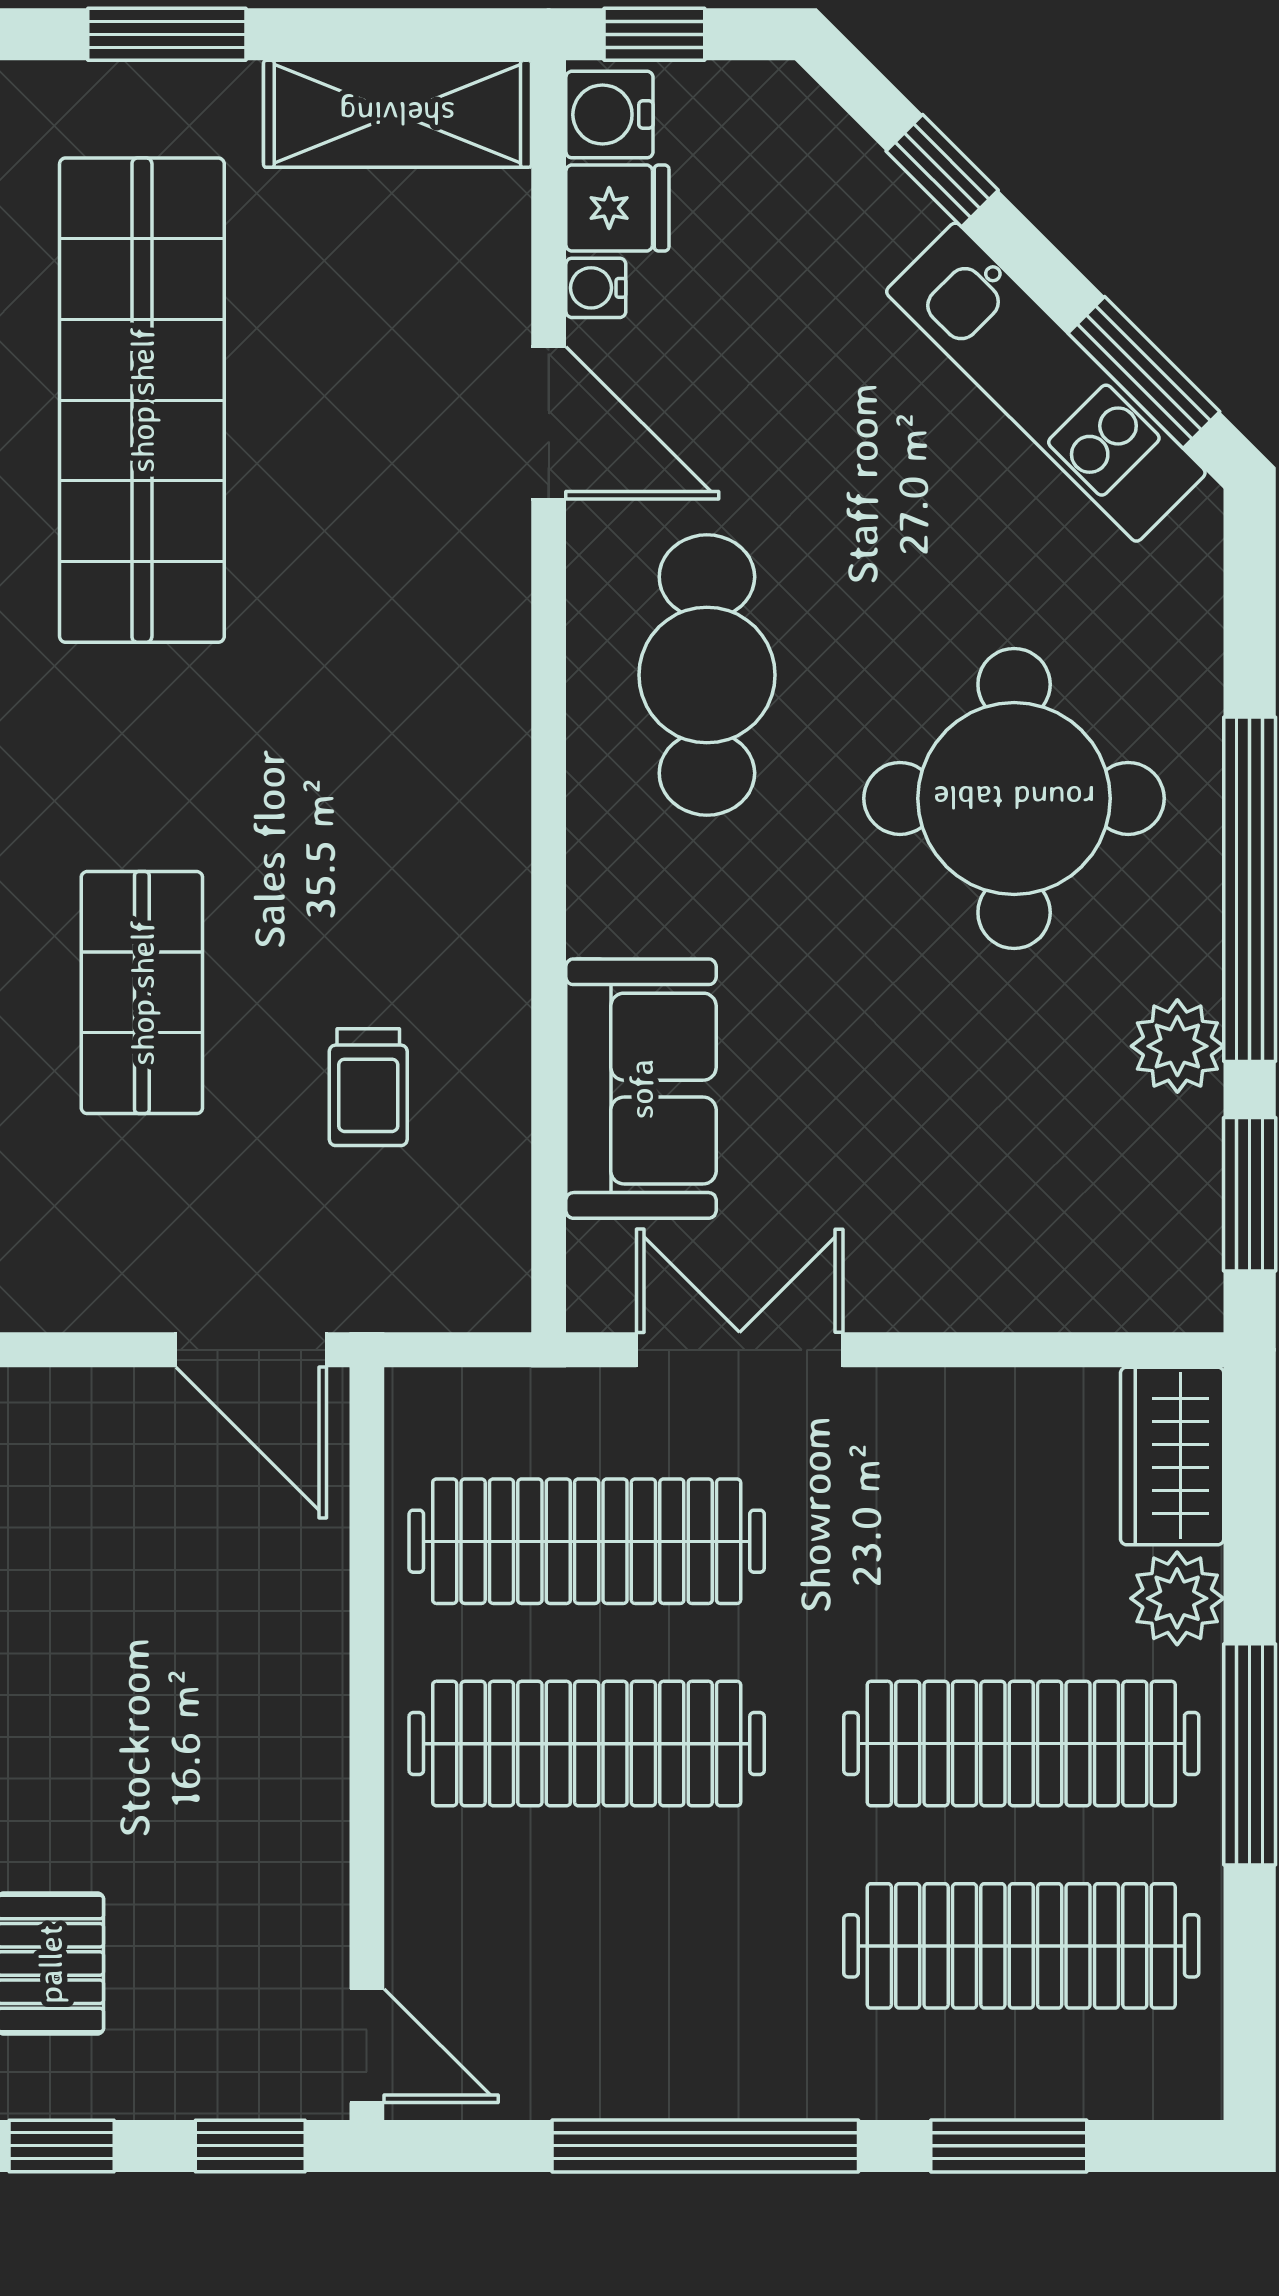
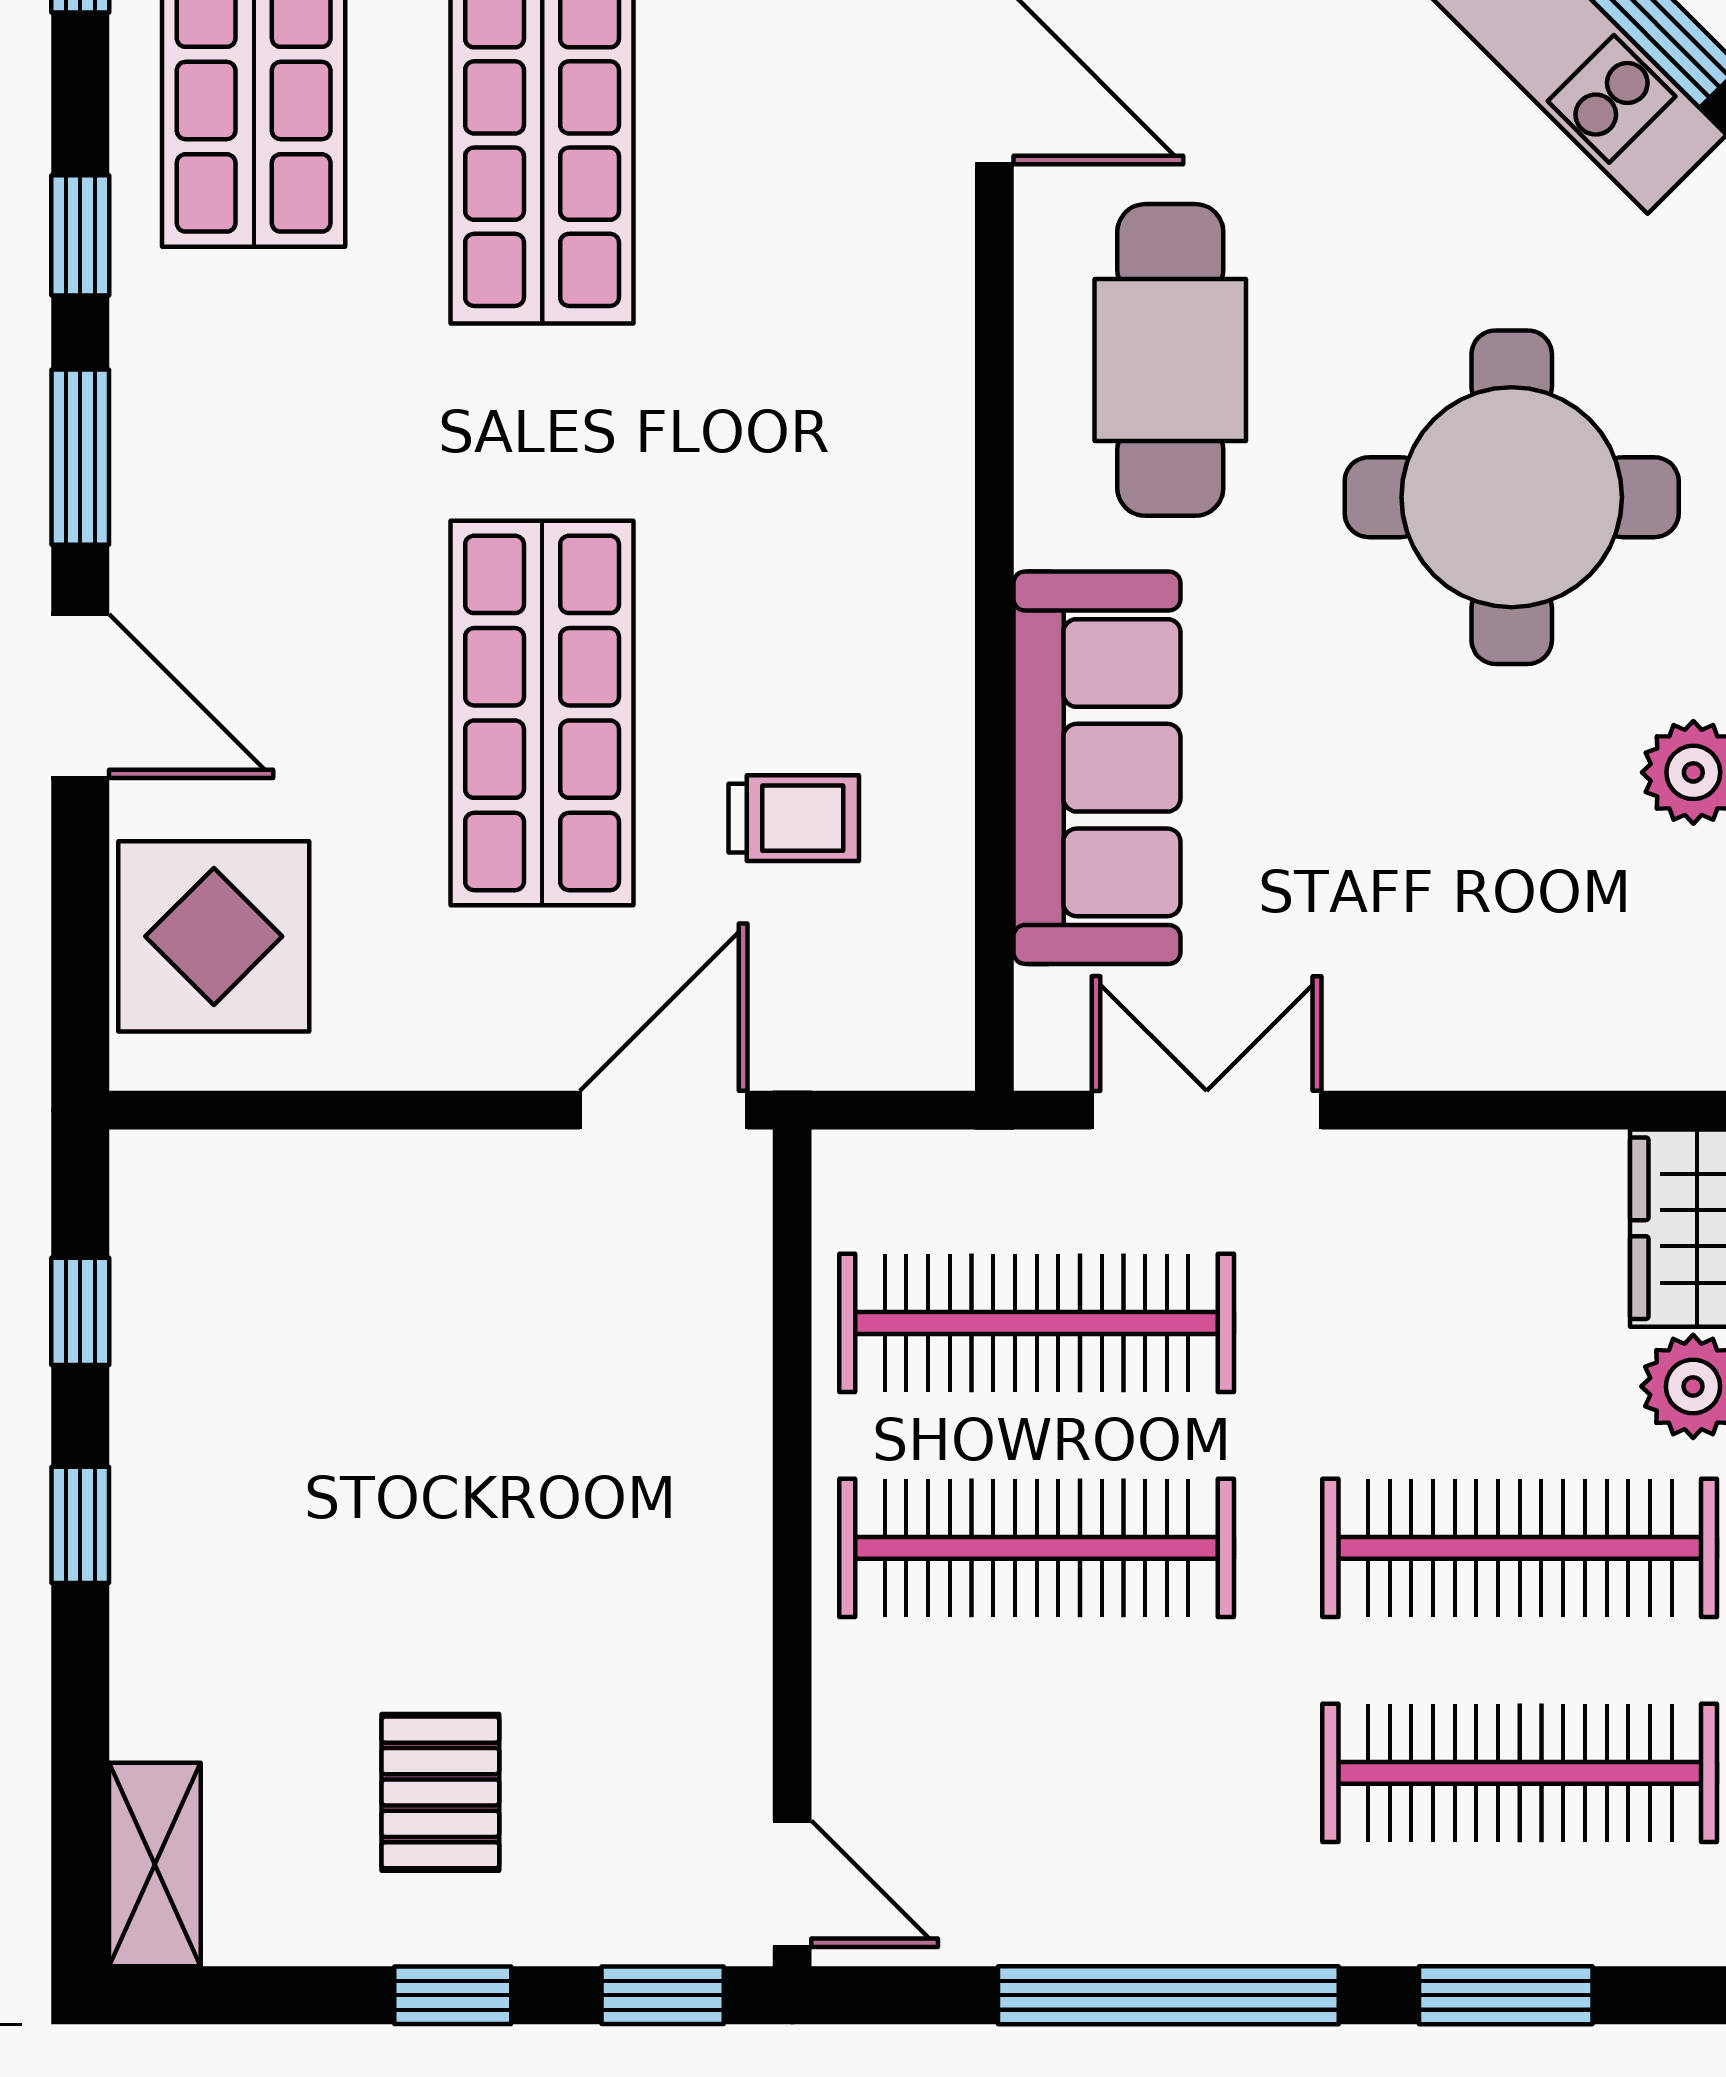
shop shelf: (142, 993) -> (542, 713), width x1.43, depth x1.36
trolley: (368, 1087) -> (794, 818), turned -90
sofa: (641, 1089) -> (1097, 768), width x1.36
door: (251, 1350) -> (664, 1110), swing flipped

